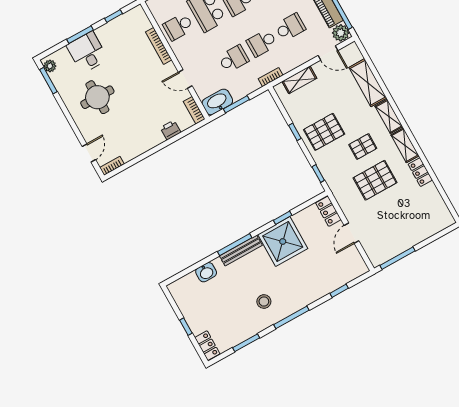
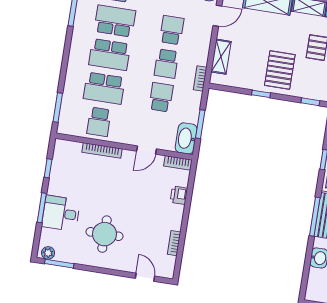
bookcase: (112, 166) -> (174, 243), moved

